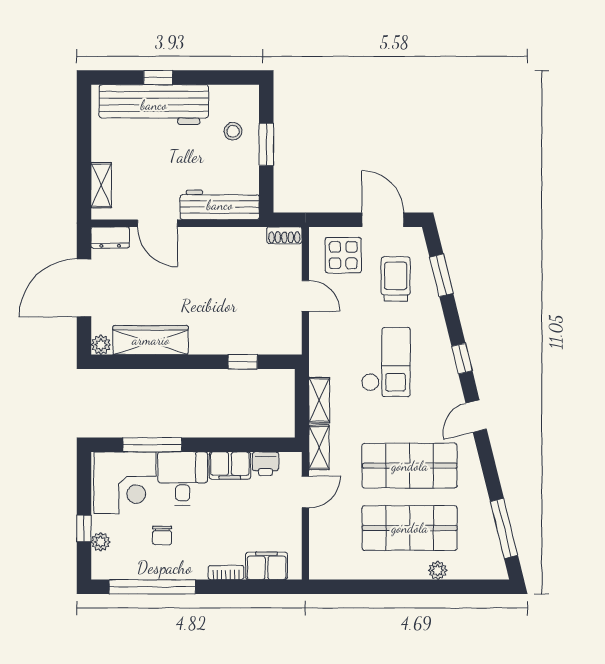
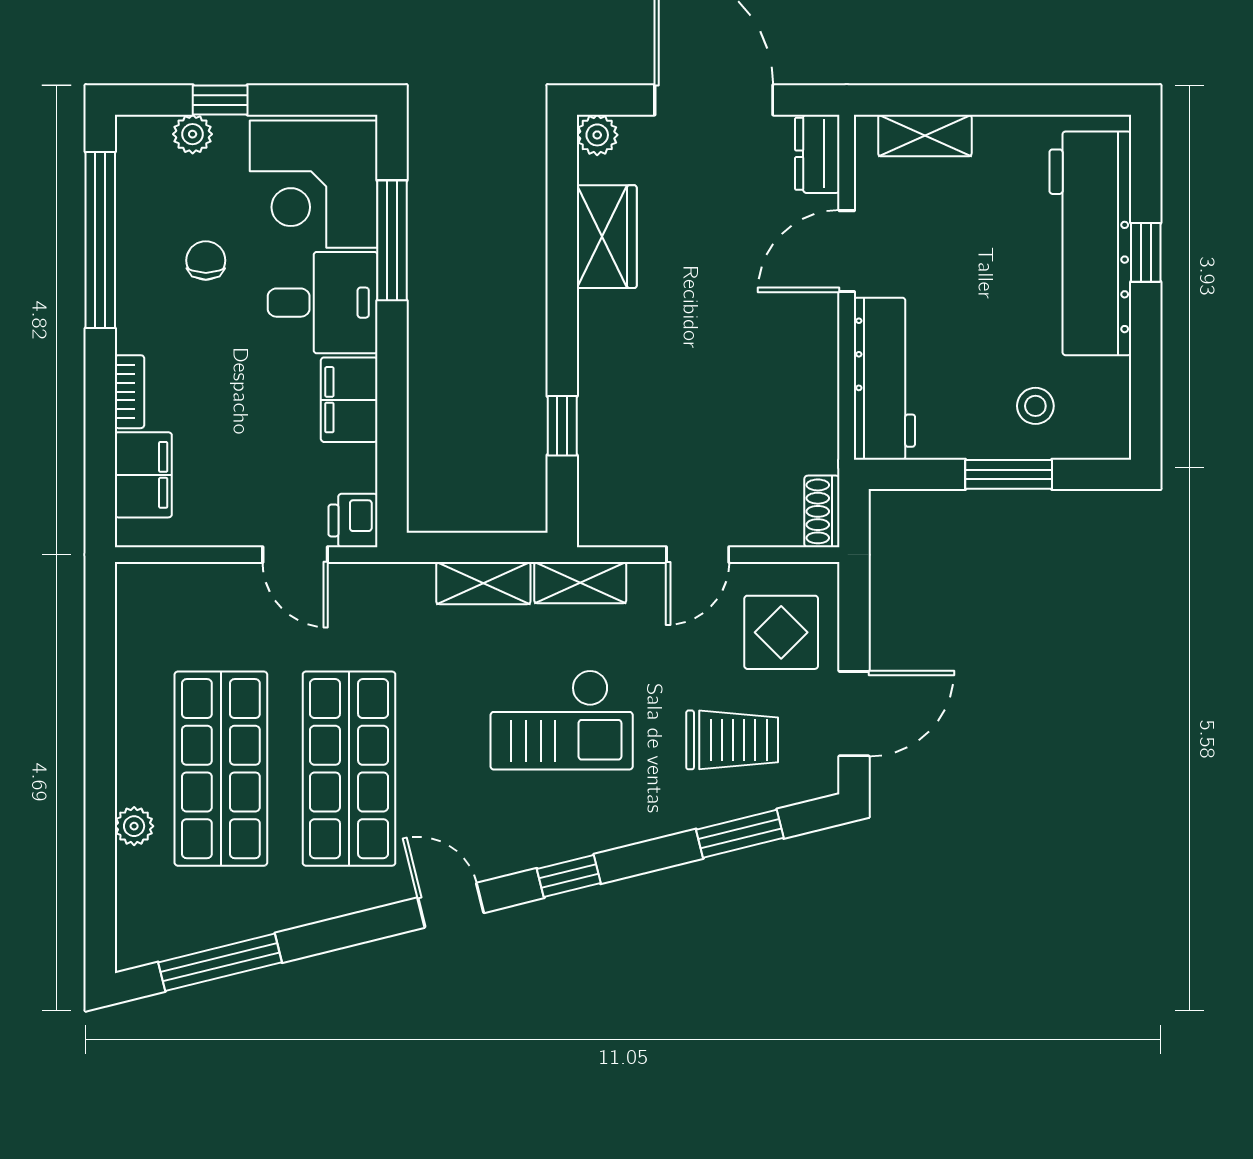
wardrobe: (151, 340) -> (607, 237), width x0.67
shelving: (319, 447) -> (580, 583), moved
printer: (266, 464) -> (353, 521), moved
chair: (162, 535) -> (206, 260), turned 90

